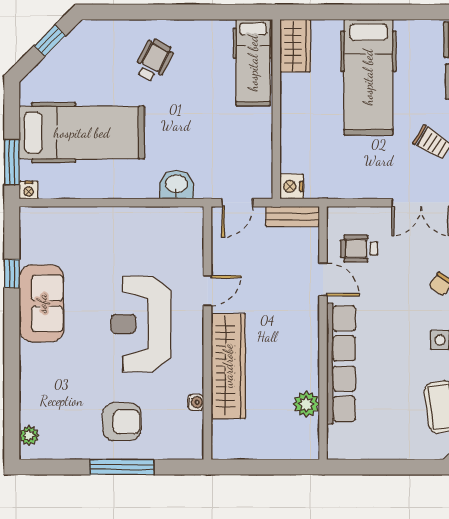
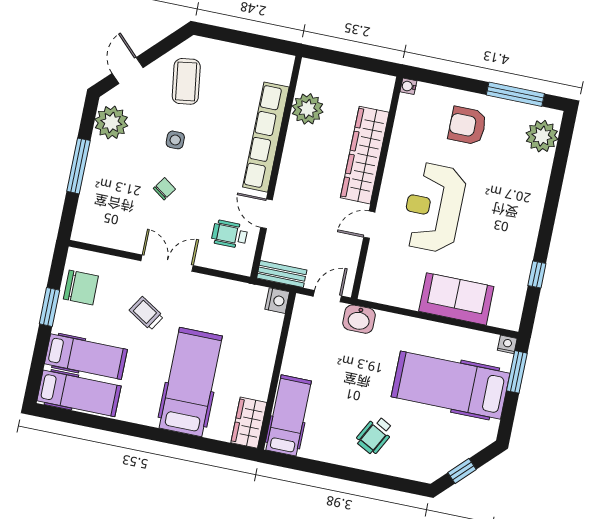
washbasin: (176, 184) -> (359, 319), moved
wheelchair: (359, 249) -> (230, 234), turned 180
sofa: (42, 303) -> (456, 299), moved, turned 90
reception desk: (141, 324) -> (433, 208), turned 180
water cooler: (196, 402) -> (408, 86), moved
plant: (306, 404) -> (308, 109), width x1.36, depth x1.36
plant: (29, 436) -> (542, 136), width x1.88, depth x1.88
window: (122, 467) -> (515, 94), moved

